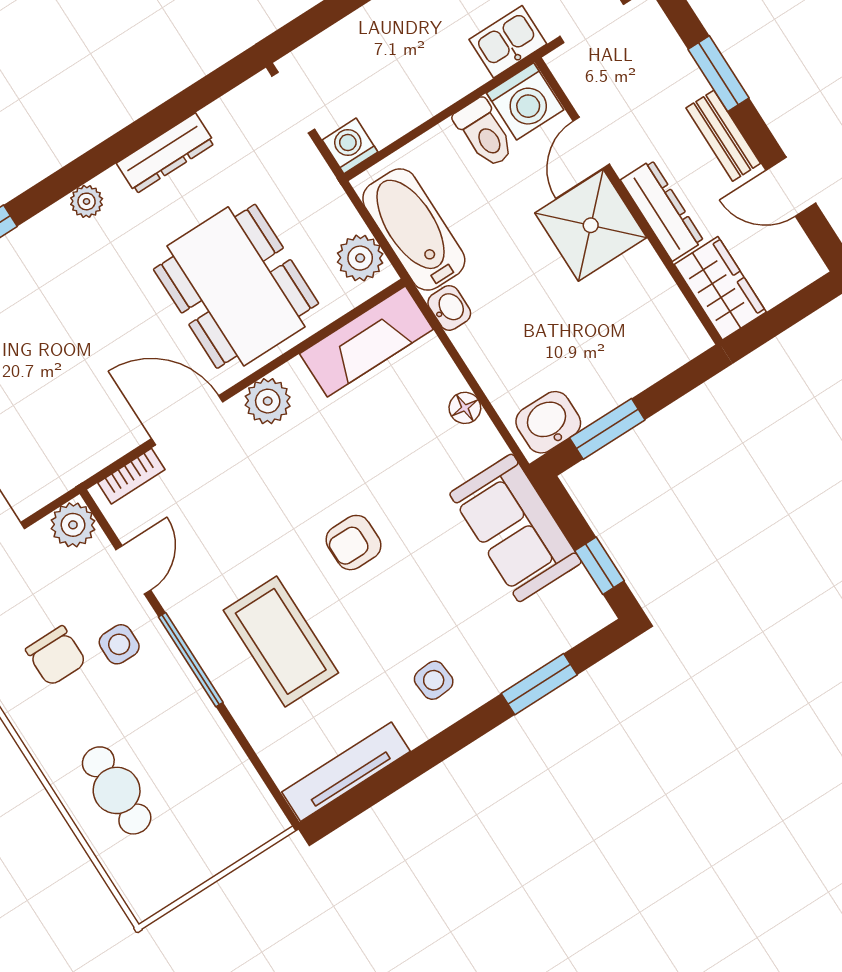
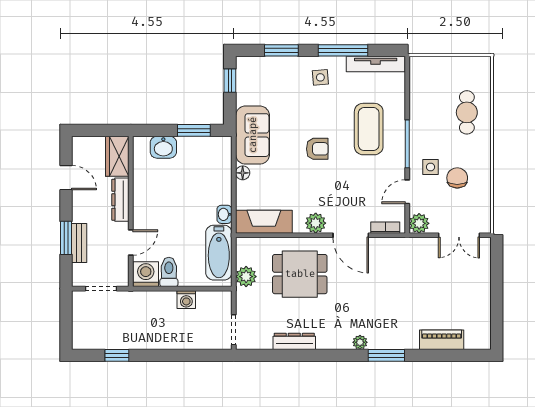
kitchen sink: (508, 42) -> (138, 301), removed
bench: (723, 136) -> (79, 243), moved
washing machine: (350, 146) -> (186, 300), moved
plant: (87, 201) -> (360, 342), moved
shower: (591, 225) -> (151, 211), removed
plant: (360, 258) -> (246, 277), moved
dining table: (236, 286) -> (300, 274), width x0.73
washbasin: (548, 422) -> (163, 147), moved
sofa: (516, 528) -> (253, 135), moved
window: (424, 758) -> (343, 50), added

